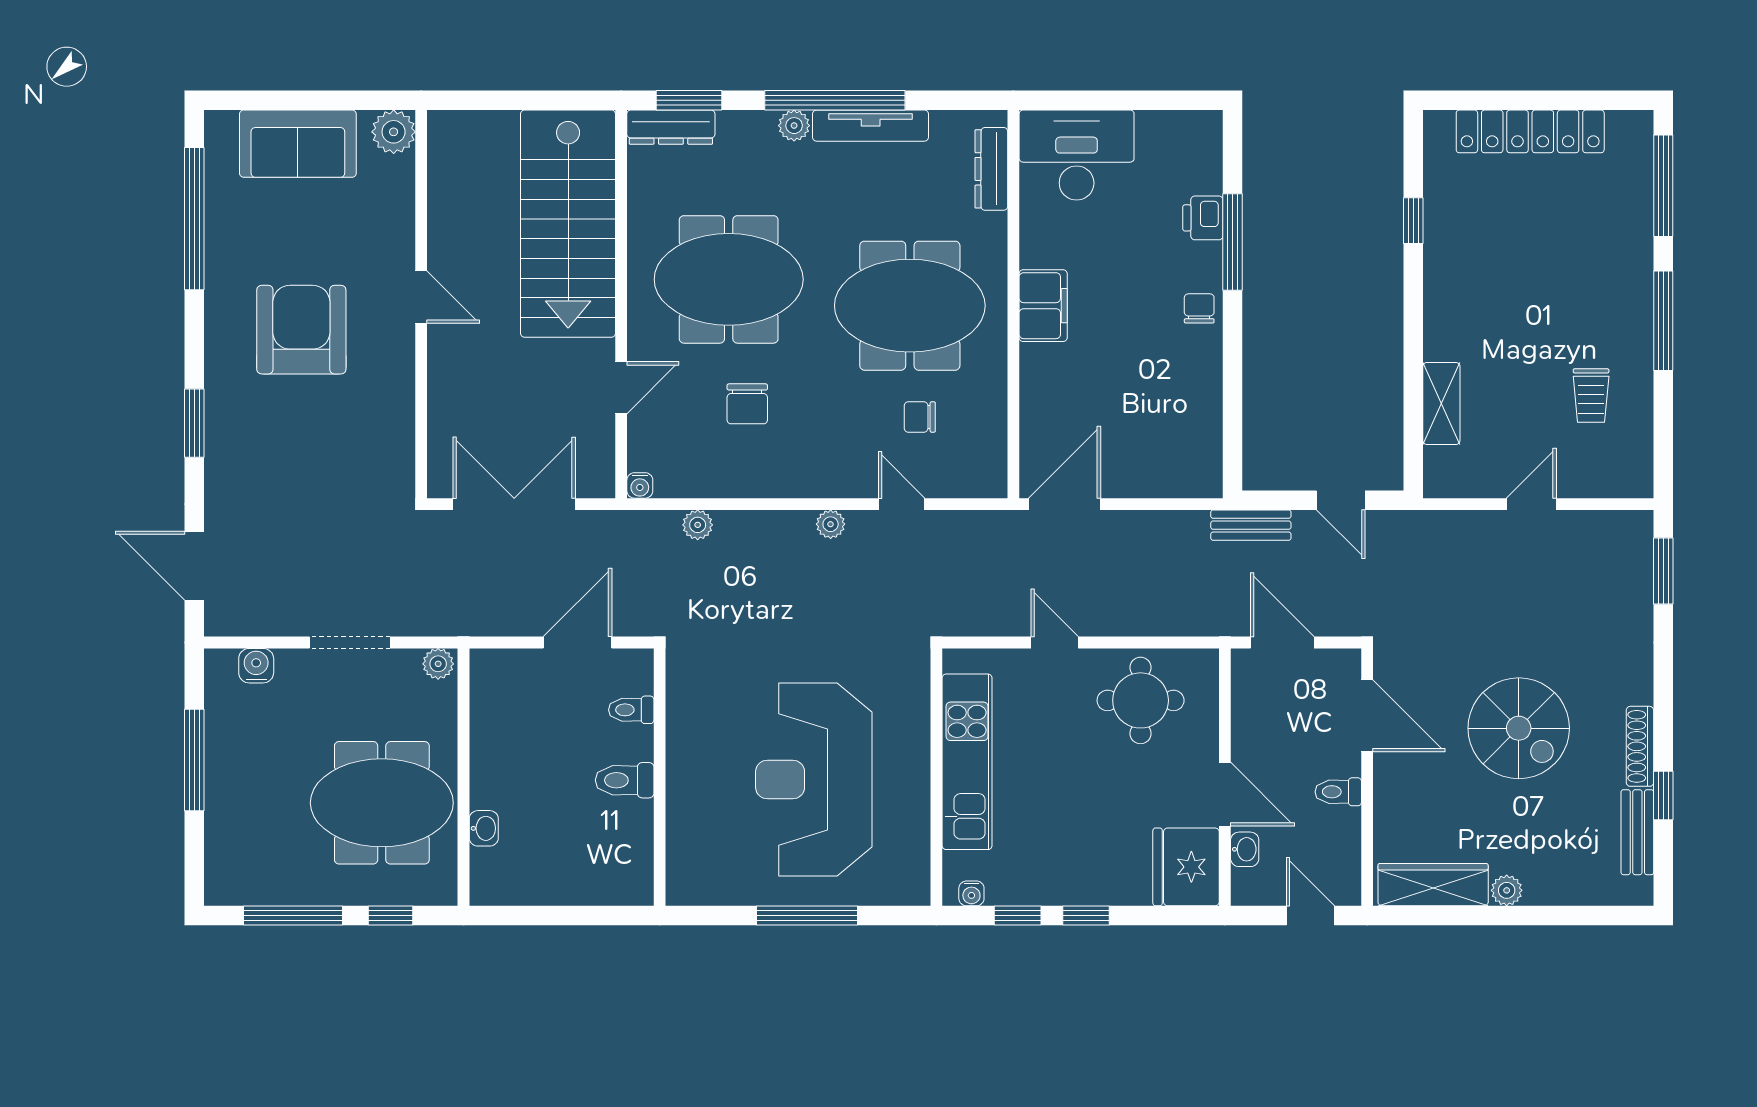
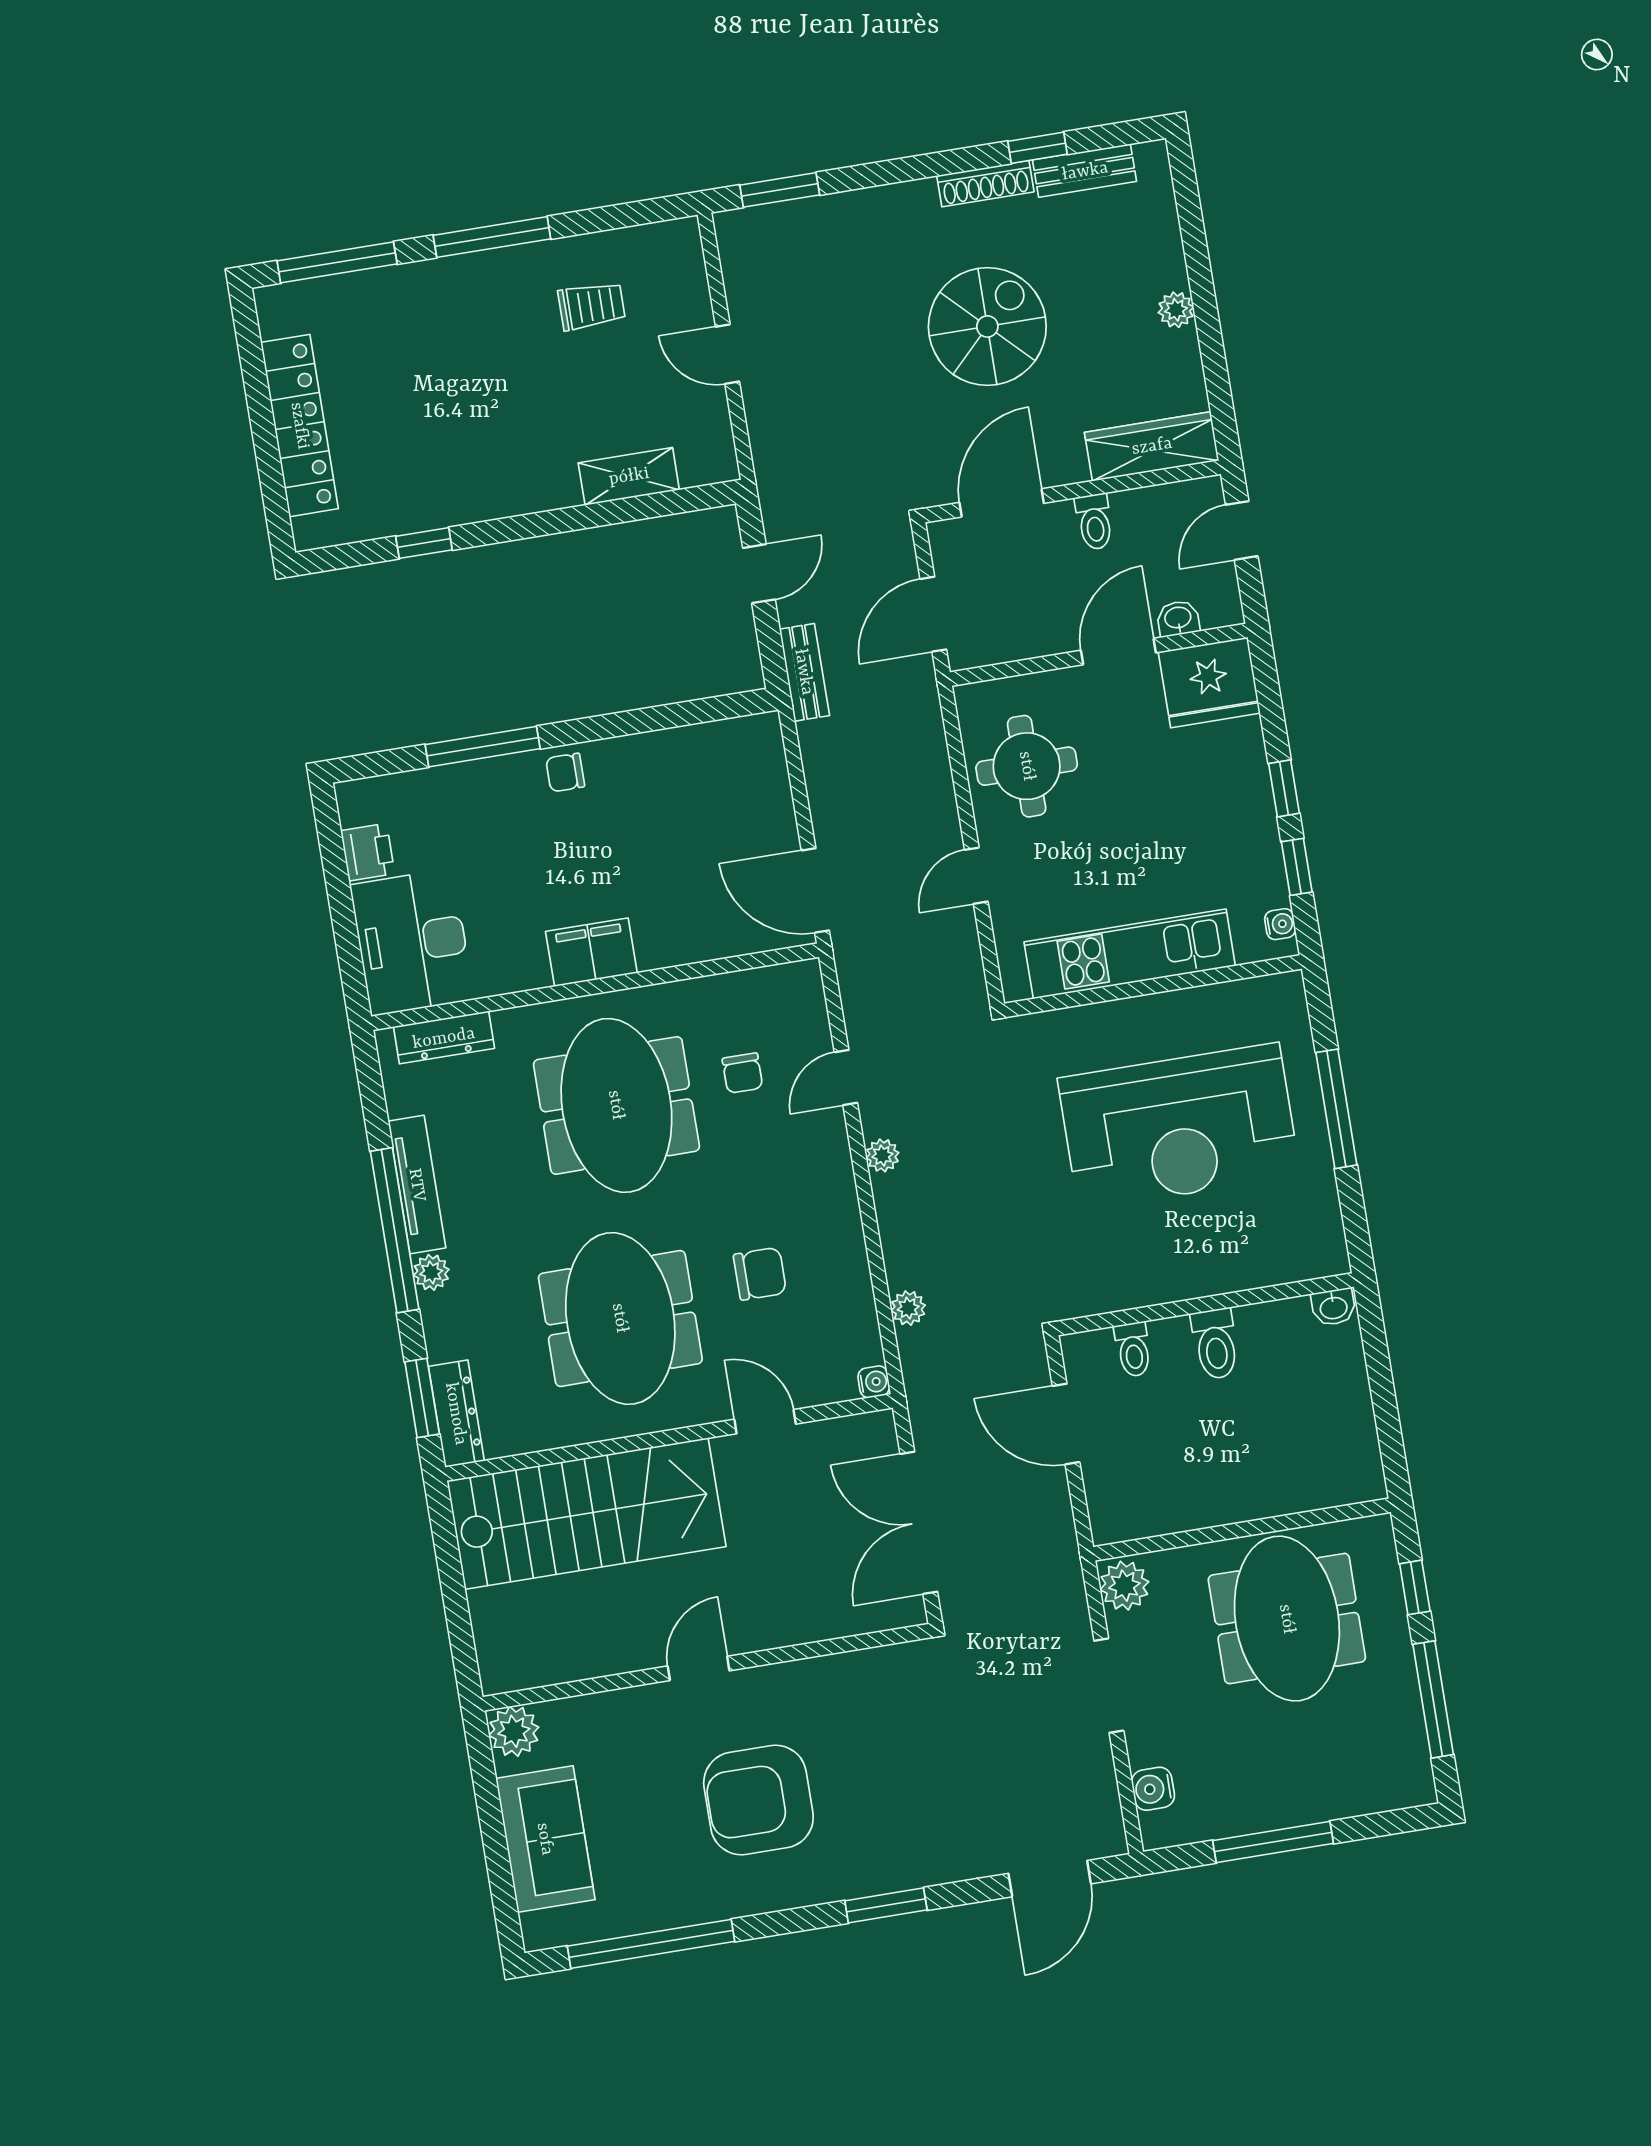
printer: (1203, 218) -> (368, 852), moved, turned -90
plant: (438, 664) -> (1124, 1586), width x1.38, depth x1.38
washbasin: (484, 828) -> (1333, 1307), moved, turned 180
wardrobe: (1433, 885) -> (1152, 446), moved, turned 90

